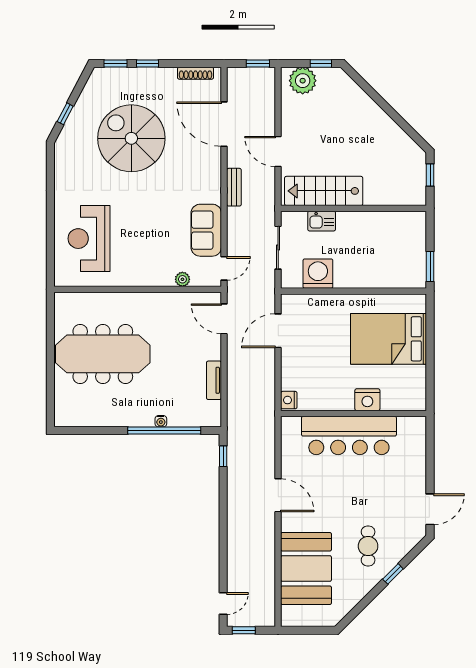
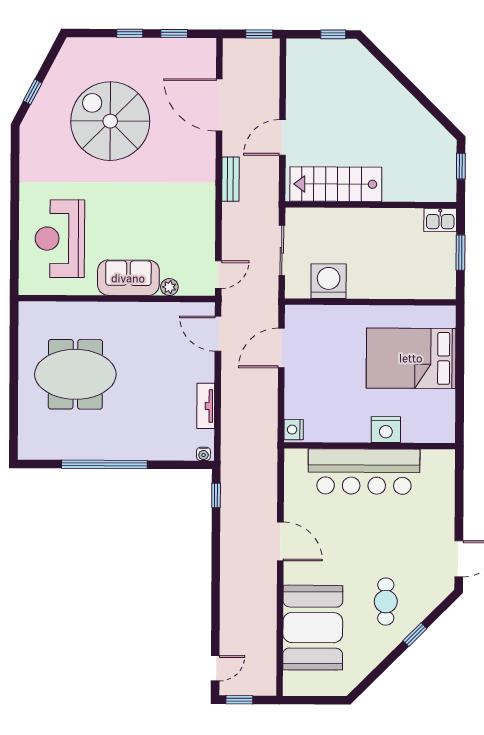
window: (115, 64) -> (174, 34), moved
shoe rack: (196, 73) -> (186, 45), removed
plant: (303, 81) -> (312, 54), removed
door: (278, 152) -> (282, 138), hinge flipped
kitchen sink: (322, 221) -> (440, 220), moved
sofa: (206, 230) -> (128, 278), moved, turned 90
window: (430, 267) -> (460, 253), moved
meeting table: (103, 354) -> (75, 374), width x0.73
water cooler: (161, 421) -> (203, 454), moved
window: (164, 431) -> (104, 464), moved

